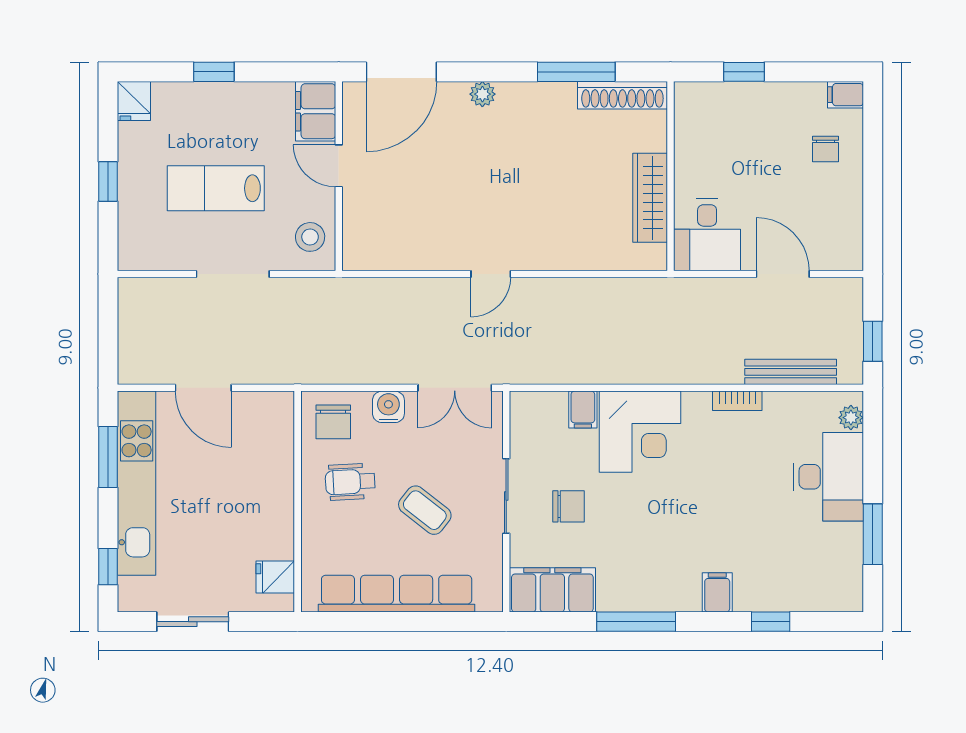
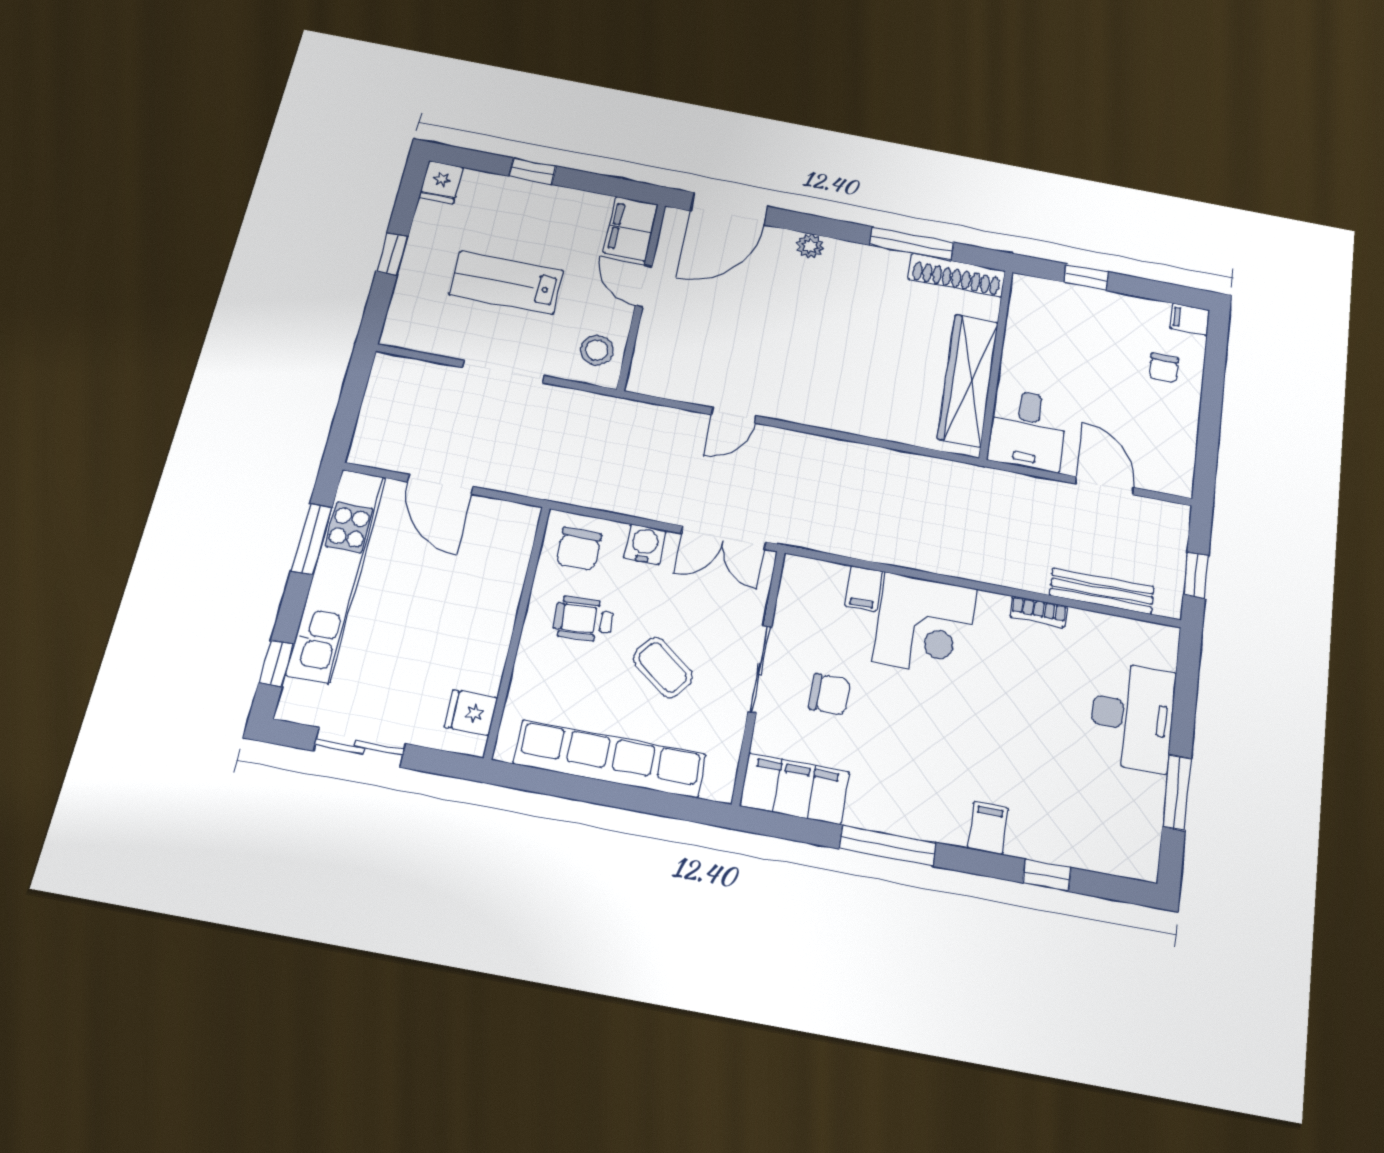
wardrobe: (650, 198) -> (968, 380), width x1.40, depth x1.17
door: (491, 274) -> (734, 415), moved
plant: (851, 418) -> (1164, 654), removed

